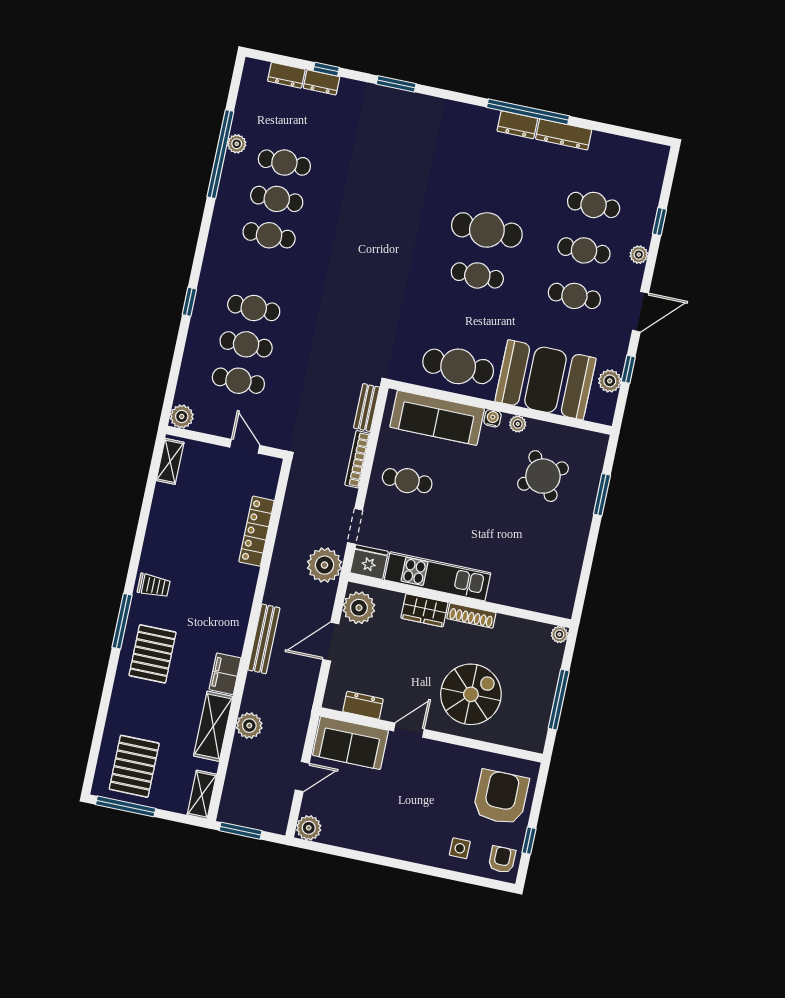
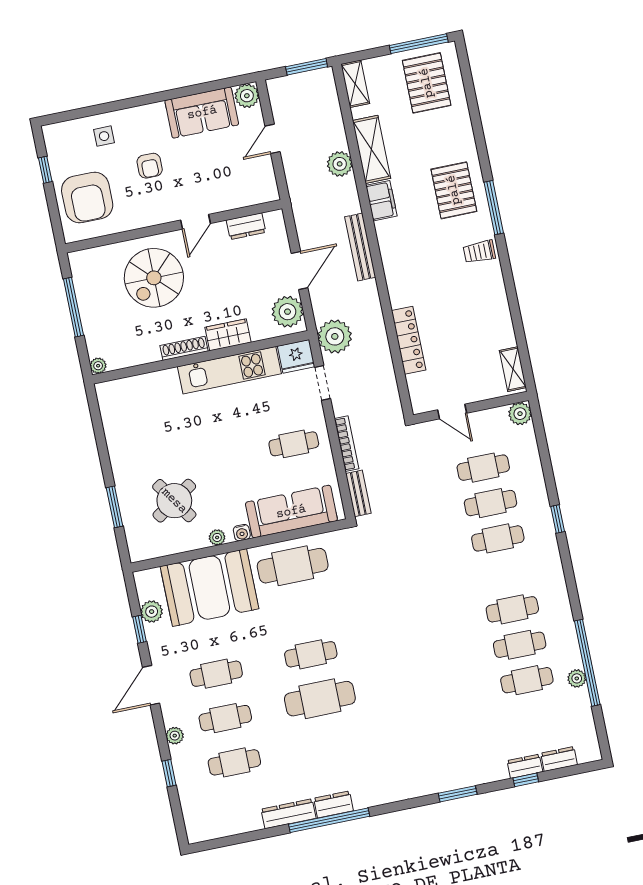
sofa: (350, 743) -> (202, 113), moved, turned 180
armchair: (502, 860) -> (150, 166), moved

